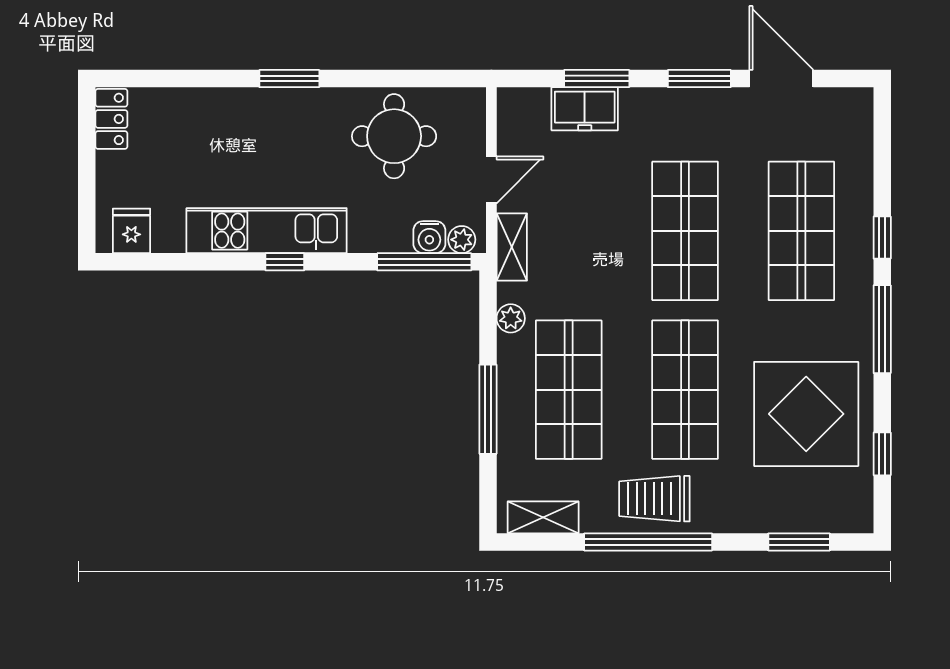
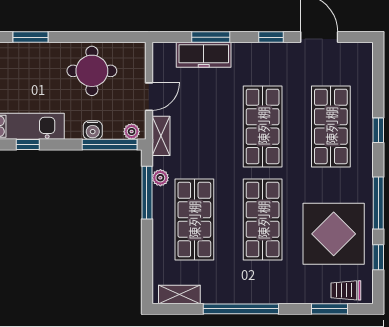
window: (699, 79) -> (271, 37), width x0.67
freezer: (585, 109) -> (204, 55), width x1.40
water cooler: (429, 237) -> (93, 130), moved
window: (882, 329) -> (378, 203), moved
window: (488, 409) -> (147, 193), moved
trolley: (654, 499) -> (346, 290), moved, width x0.73, depth x0.72

